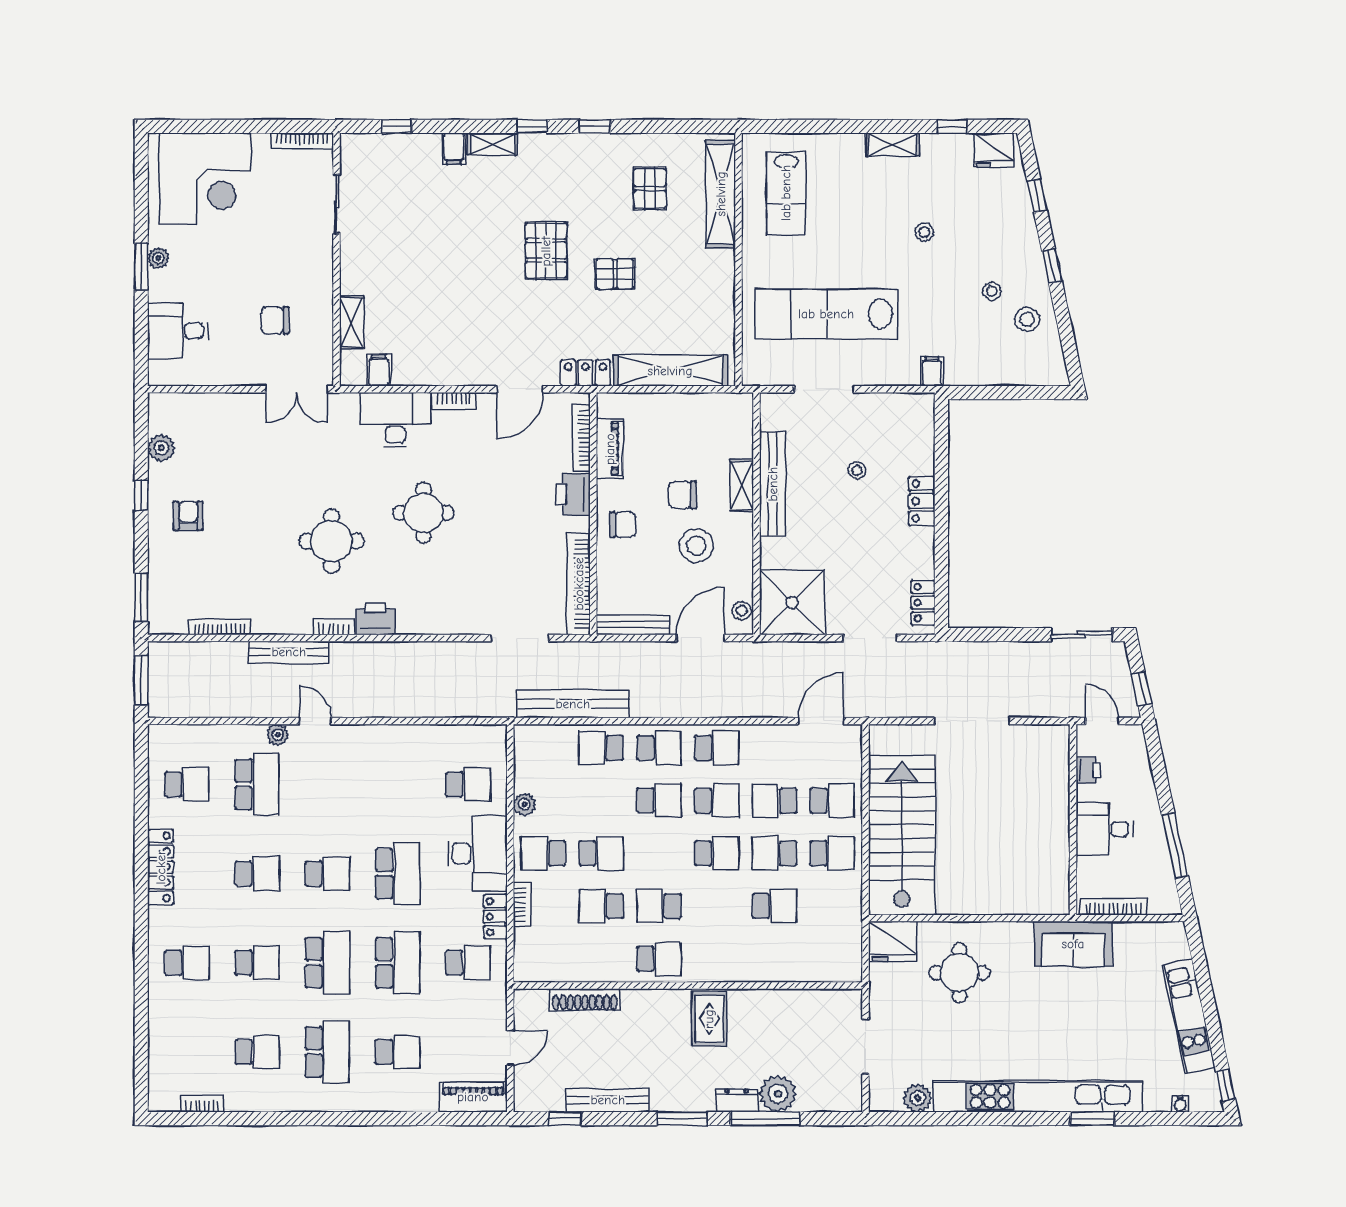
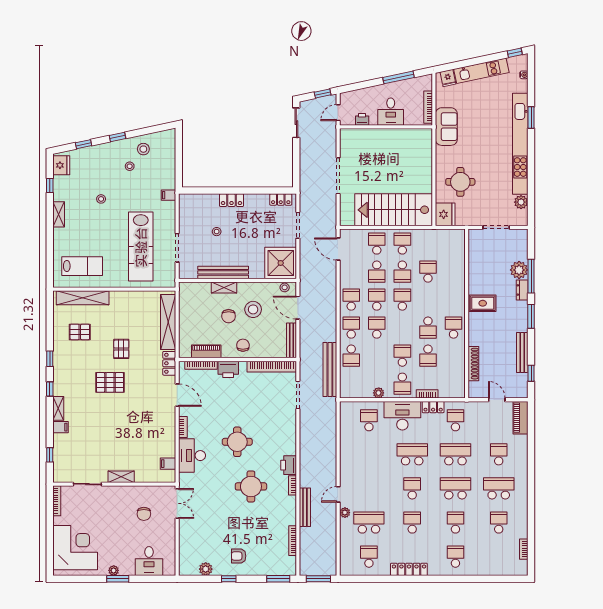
shelving: (352, 322) -> (121, 477), moved
fridge: (1174, 947) -> (448, 78), added

